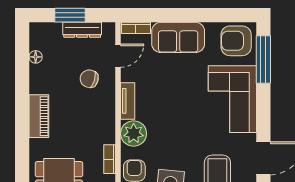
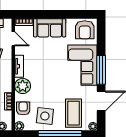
armchair: (236, 41) -> (85, 30), turned -90
door: (118, 56) -> (13, 39), hinge flipped
window: (263, 59) -> (101, 70), moved

